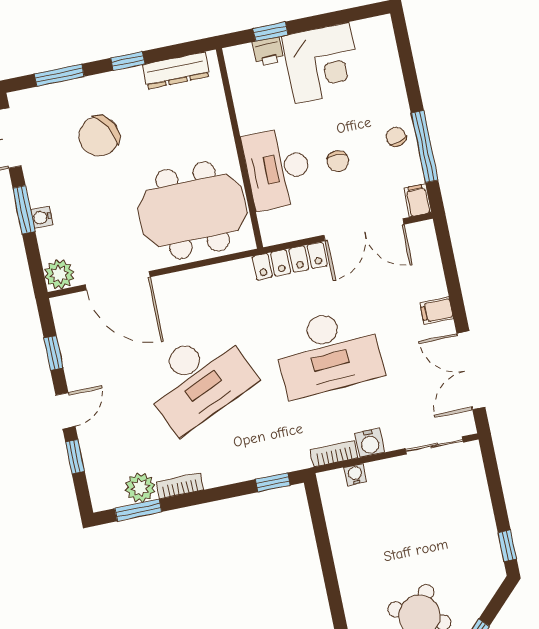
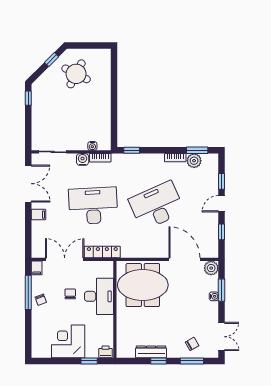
printer: (268, 51) -> (105, 352), moved
dresser: (176, 71) -> (151, 352), moved
chair: (99, 136) -> (192, 344), moved, width x0.54, depth x0.54
window: (24, 210) -> (221, 290), moved

